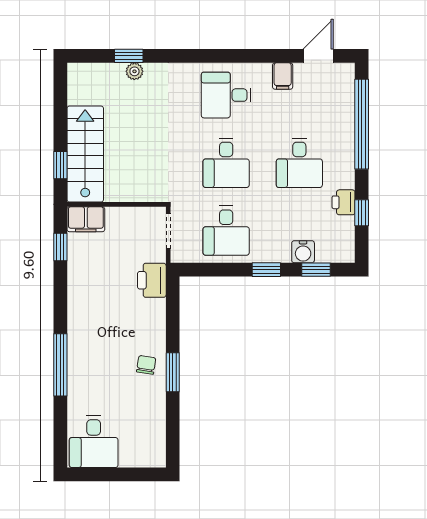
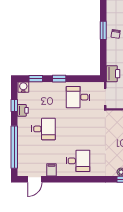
desk: (226, 163) -> (78, 129), removed
desk: (299, 163) -> (44, 129), turned 90
desk: (226, 231) -> (78, 97), turned -90
water cooler: (303, 252) -> (23, 87), moved

